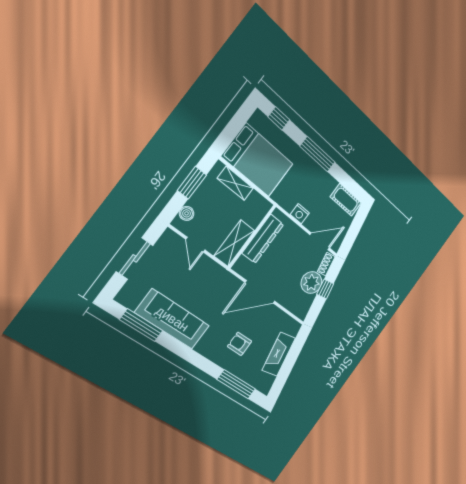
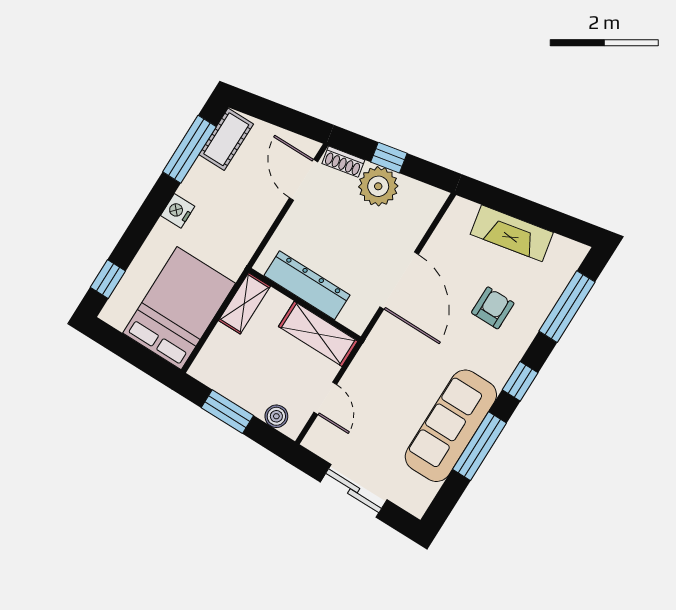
window: (317, 154) -> (189, 149), moved
shelving: (235, 183) -> (244, 303), moved
nightstand: (300, 214) -> (178, 211), moved, turned 180
door: (195, 245) -> (325, 398), hinge flipped
window: (141, 325) -> (479, 446), moved
armchair: (240, 344) -> (493, 308), turned 180
window: (196, 359) -> (520, 381), added

